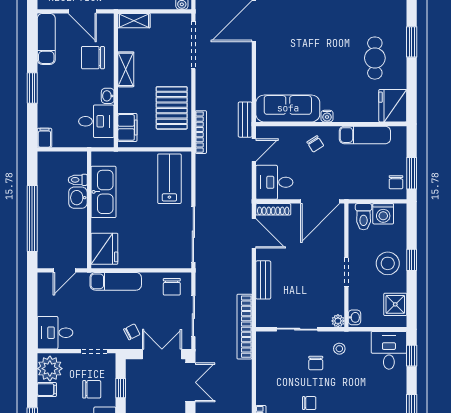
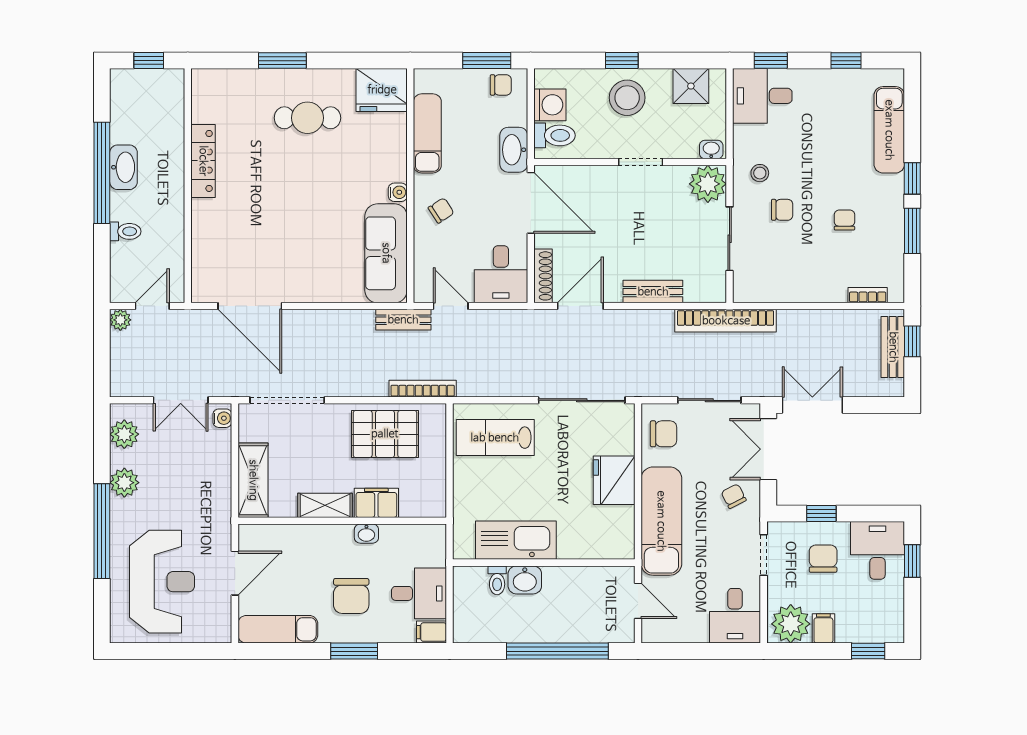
shelving: (134, 21) -> (253, 480), width x1.50, depth x1.33
chair: (93, 58) -> (351, 596), moved
desk: (96, 121) -> (419, 593), moved, turned 90
filing cabinet: (127, 127) -> (376, 503), moved
washbasin: (354, 191) -> (514, 150), added
fridge: (104, 249) -> (614, 480), moved, turned -90
exam couch: (116, 281) -> (661, 521), width x1.36, depth x1.45
plant: (338, 321) -> (708, 184), width x1.88, depth x1.88

